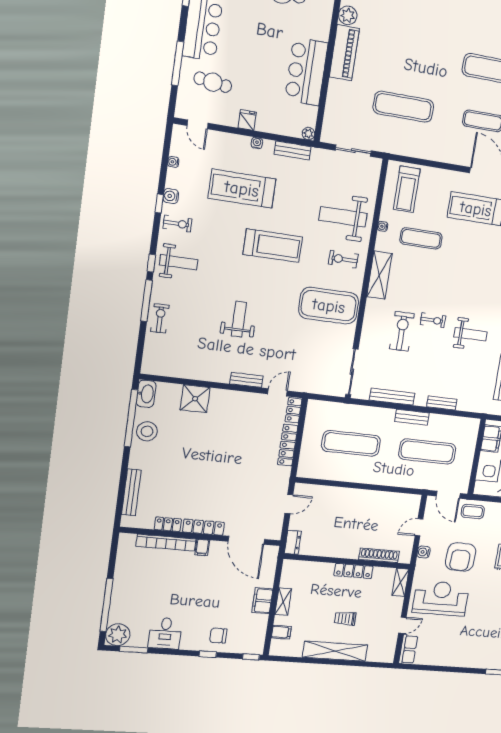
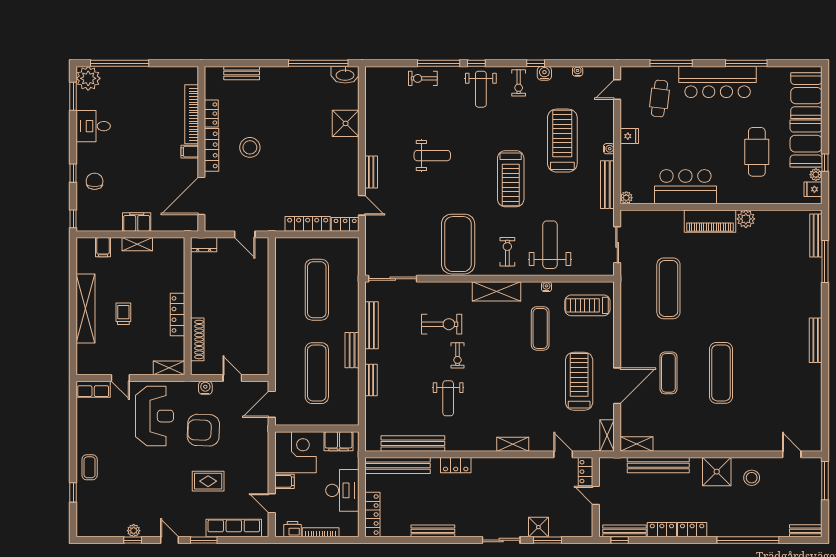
bench: (293, 150) -> (607, 185), width x1.36
exercise bike: (160, 318) -> (423, 78), turned 180
stool: (147, 431) -> (250, 147), moved
bench: (131, 492) -> (242, 73), width x0.73
coffee table: (473, 511) -> (90, 467), moved

